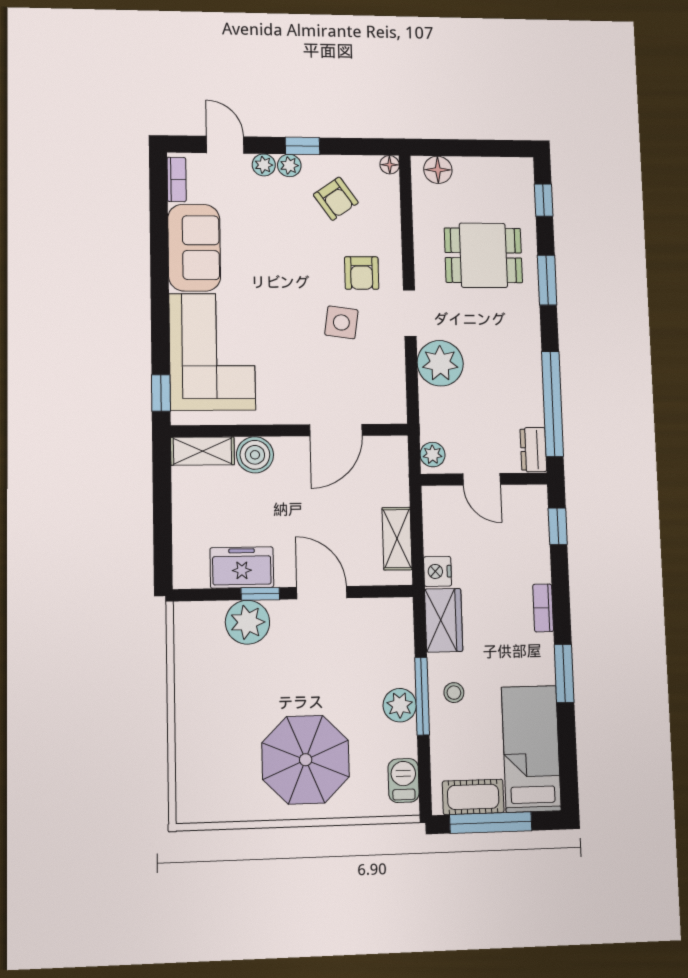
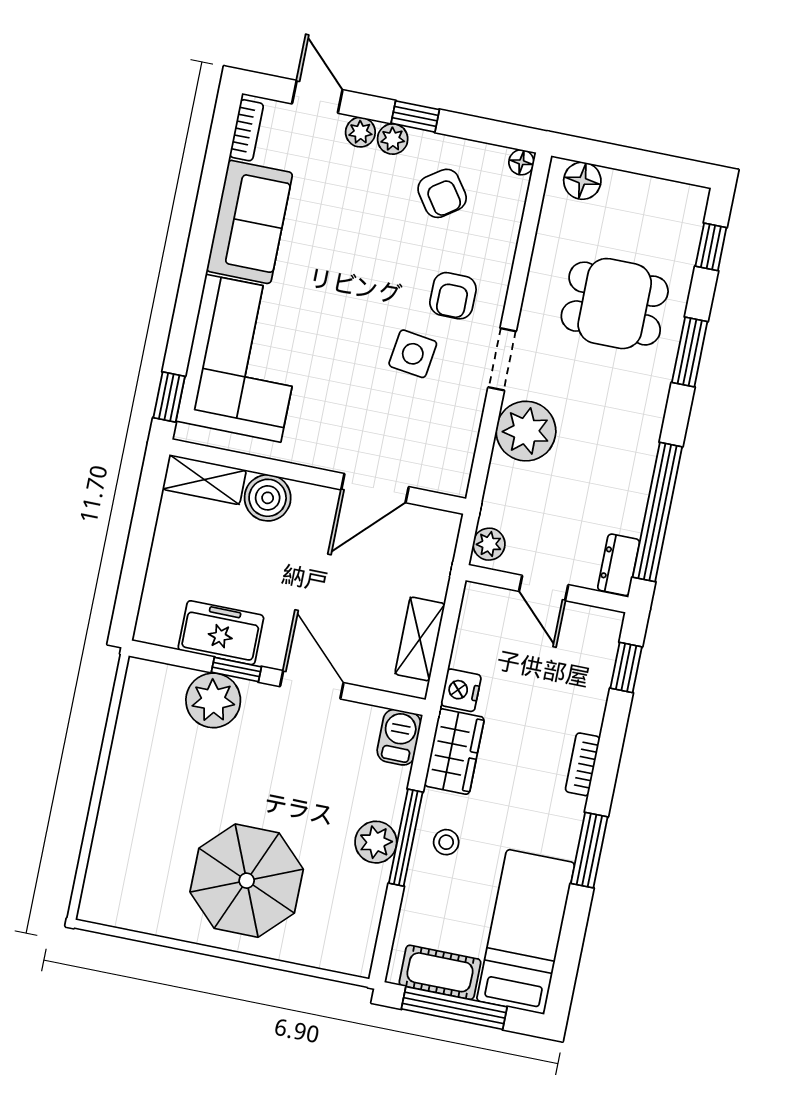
barbecue: (404, 781) -> (399, 737), moved

